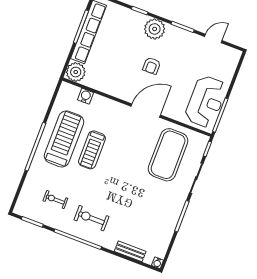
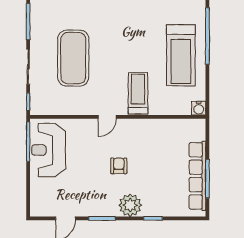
plant: (76, 72) -> (195, 129), removed
water cooler: (85, 96) -> (199, 108), moved
door: (146, 111) -> (107, 117), width x0.53
treadmill: (92, 150) -> (138, 93), moved
exercise mat: (168, 155) -> (73, 58), moved

